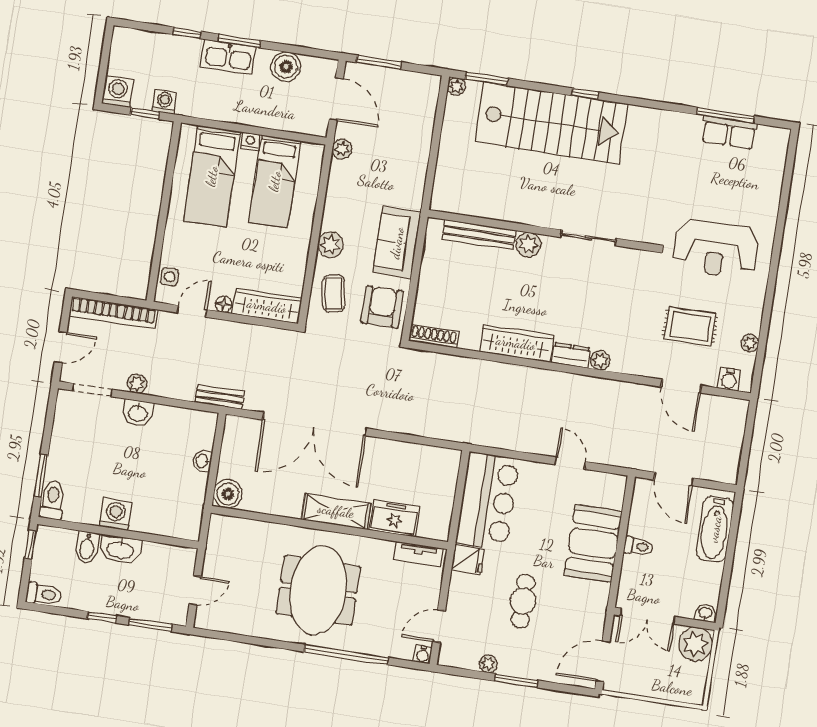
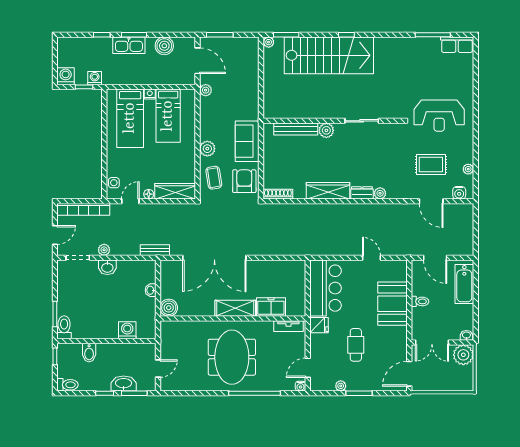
row of seats: (729, 133) -> (457, 45), moved
washing machine: (116, 514) -> (127, 330), moved
washbasin: (120, 549) -> (124, 384), moved, turned 180

